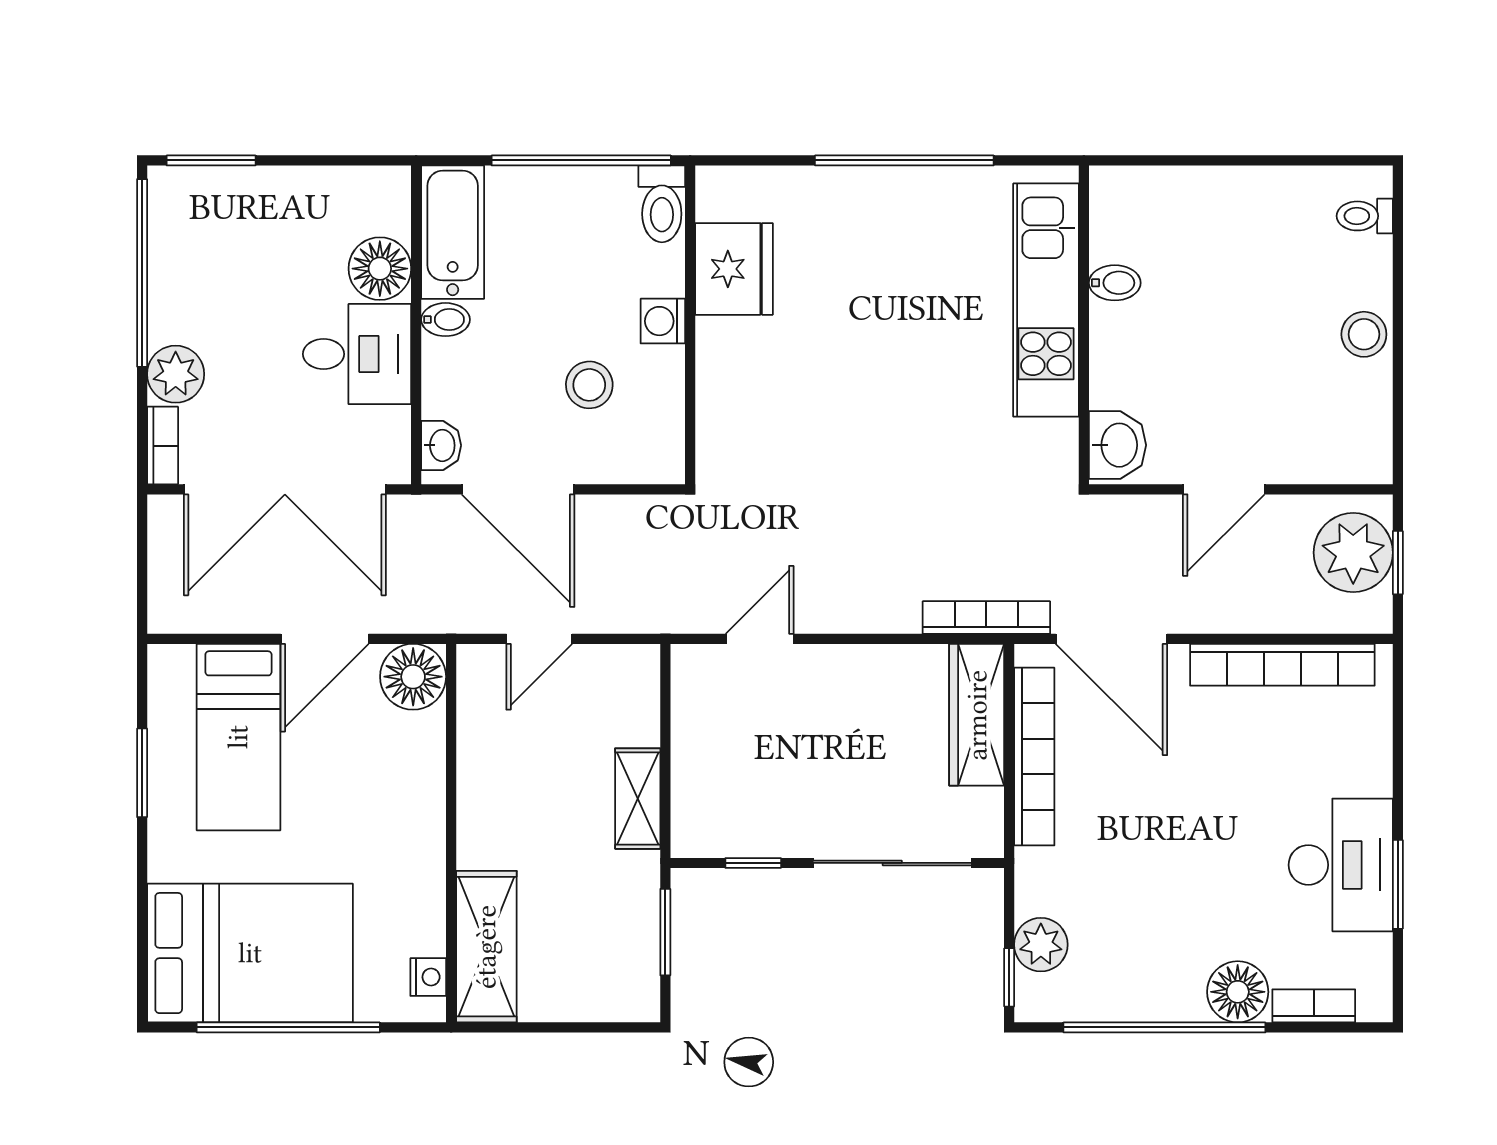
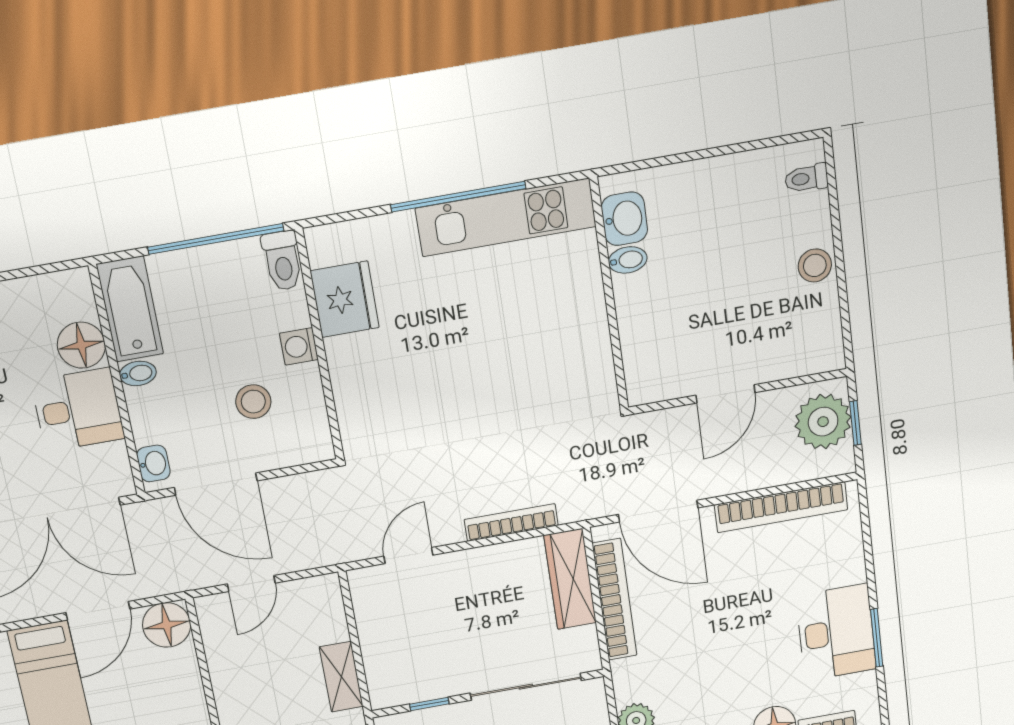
kitchen unit: (1046, 300) -> (506, 217), moved, turned -90
washbasin: (1118, 445) -> (624, 219), moved
bookcase: (986, 617) -> (511, 522), moved

